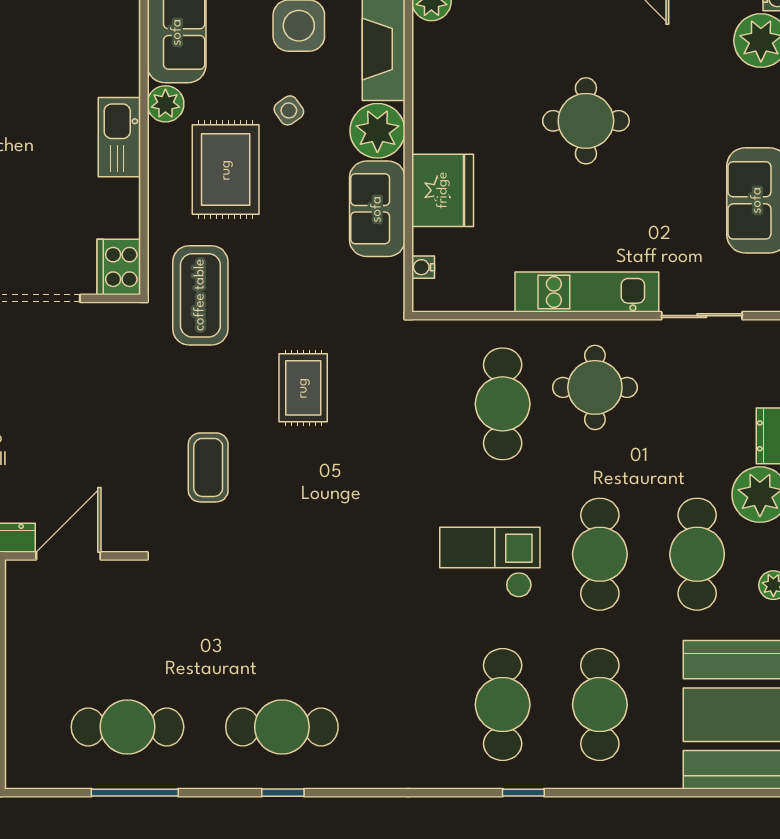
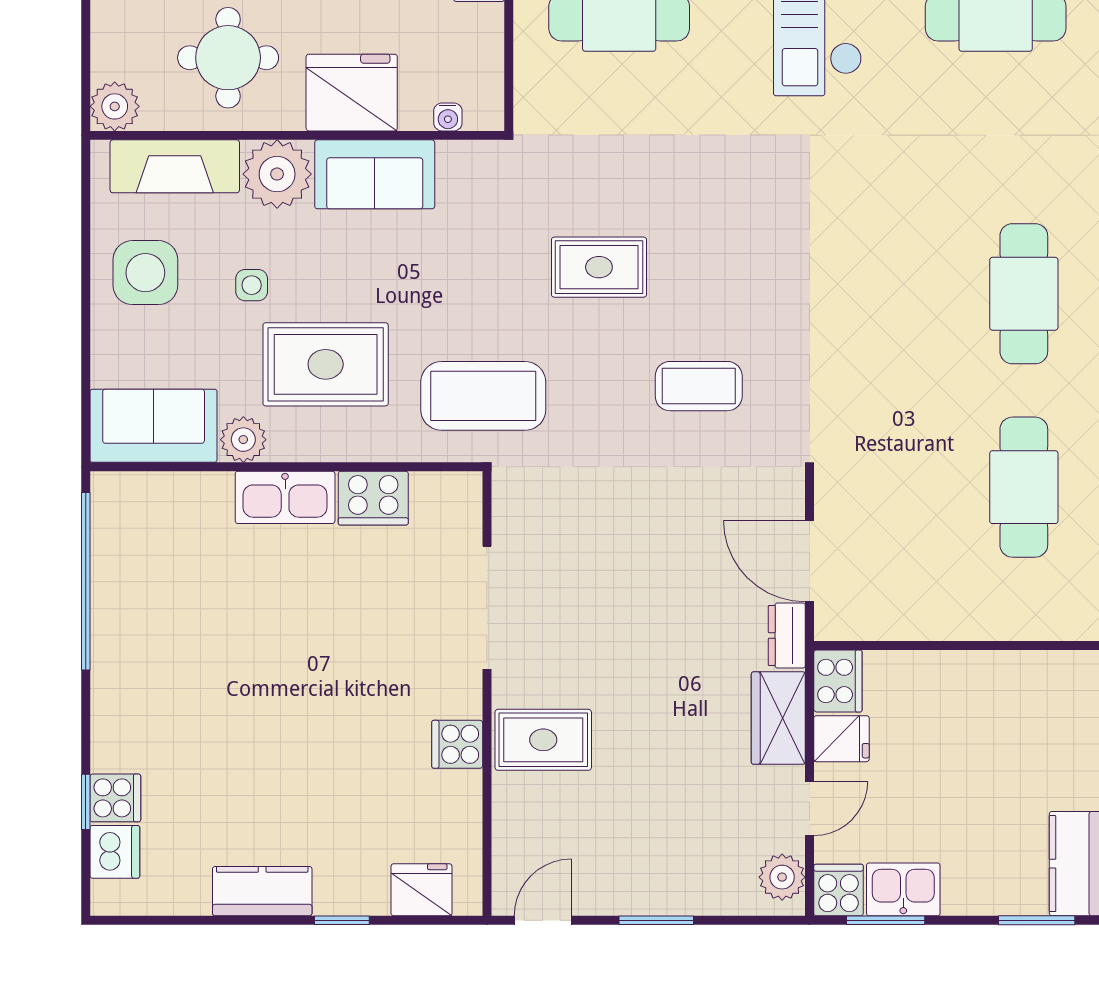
round table: (470, 92) -> (228, 58), added
side table: (289, 110) -> (252, 285), turned 35
cooker: (119, 267) -> (373, 498), moved

